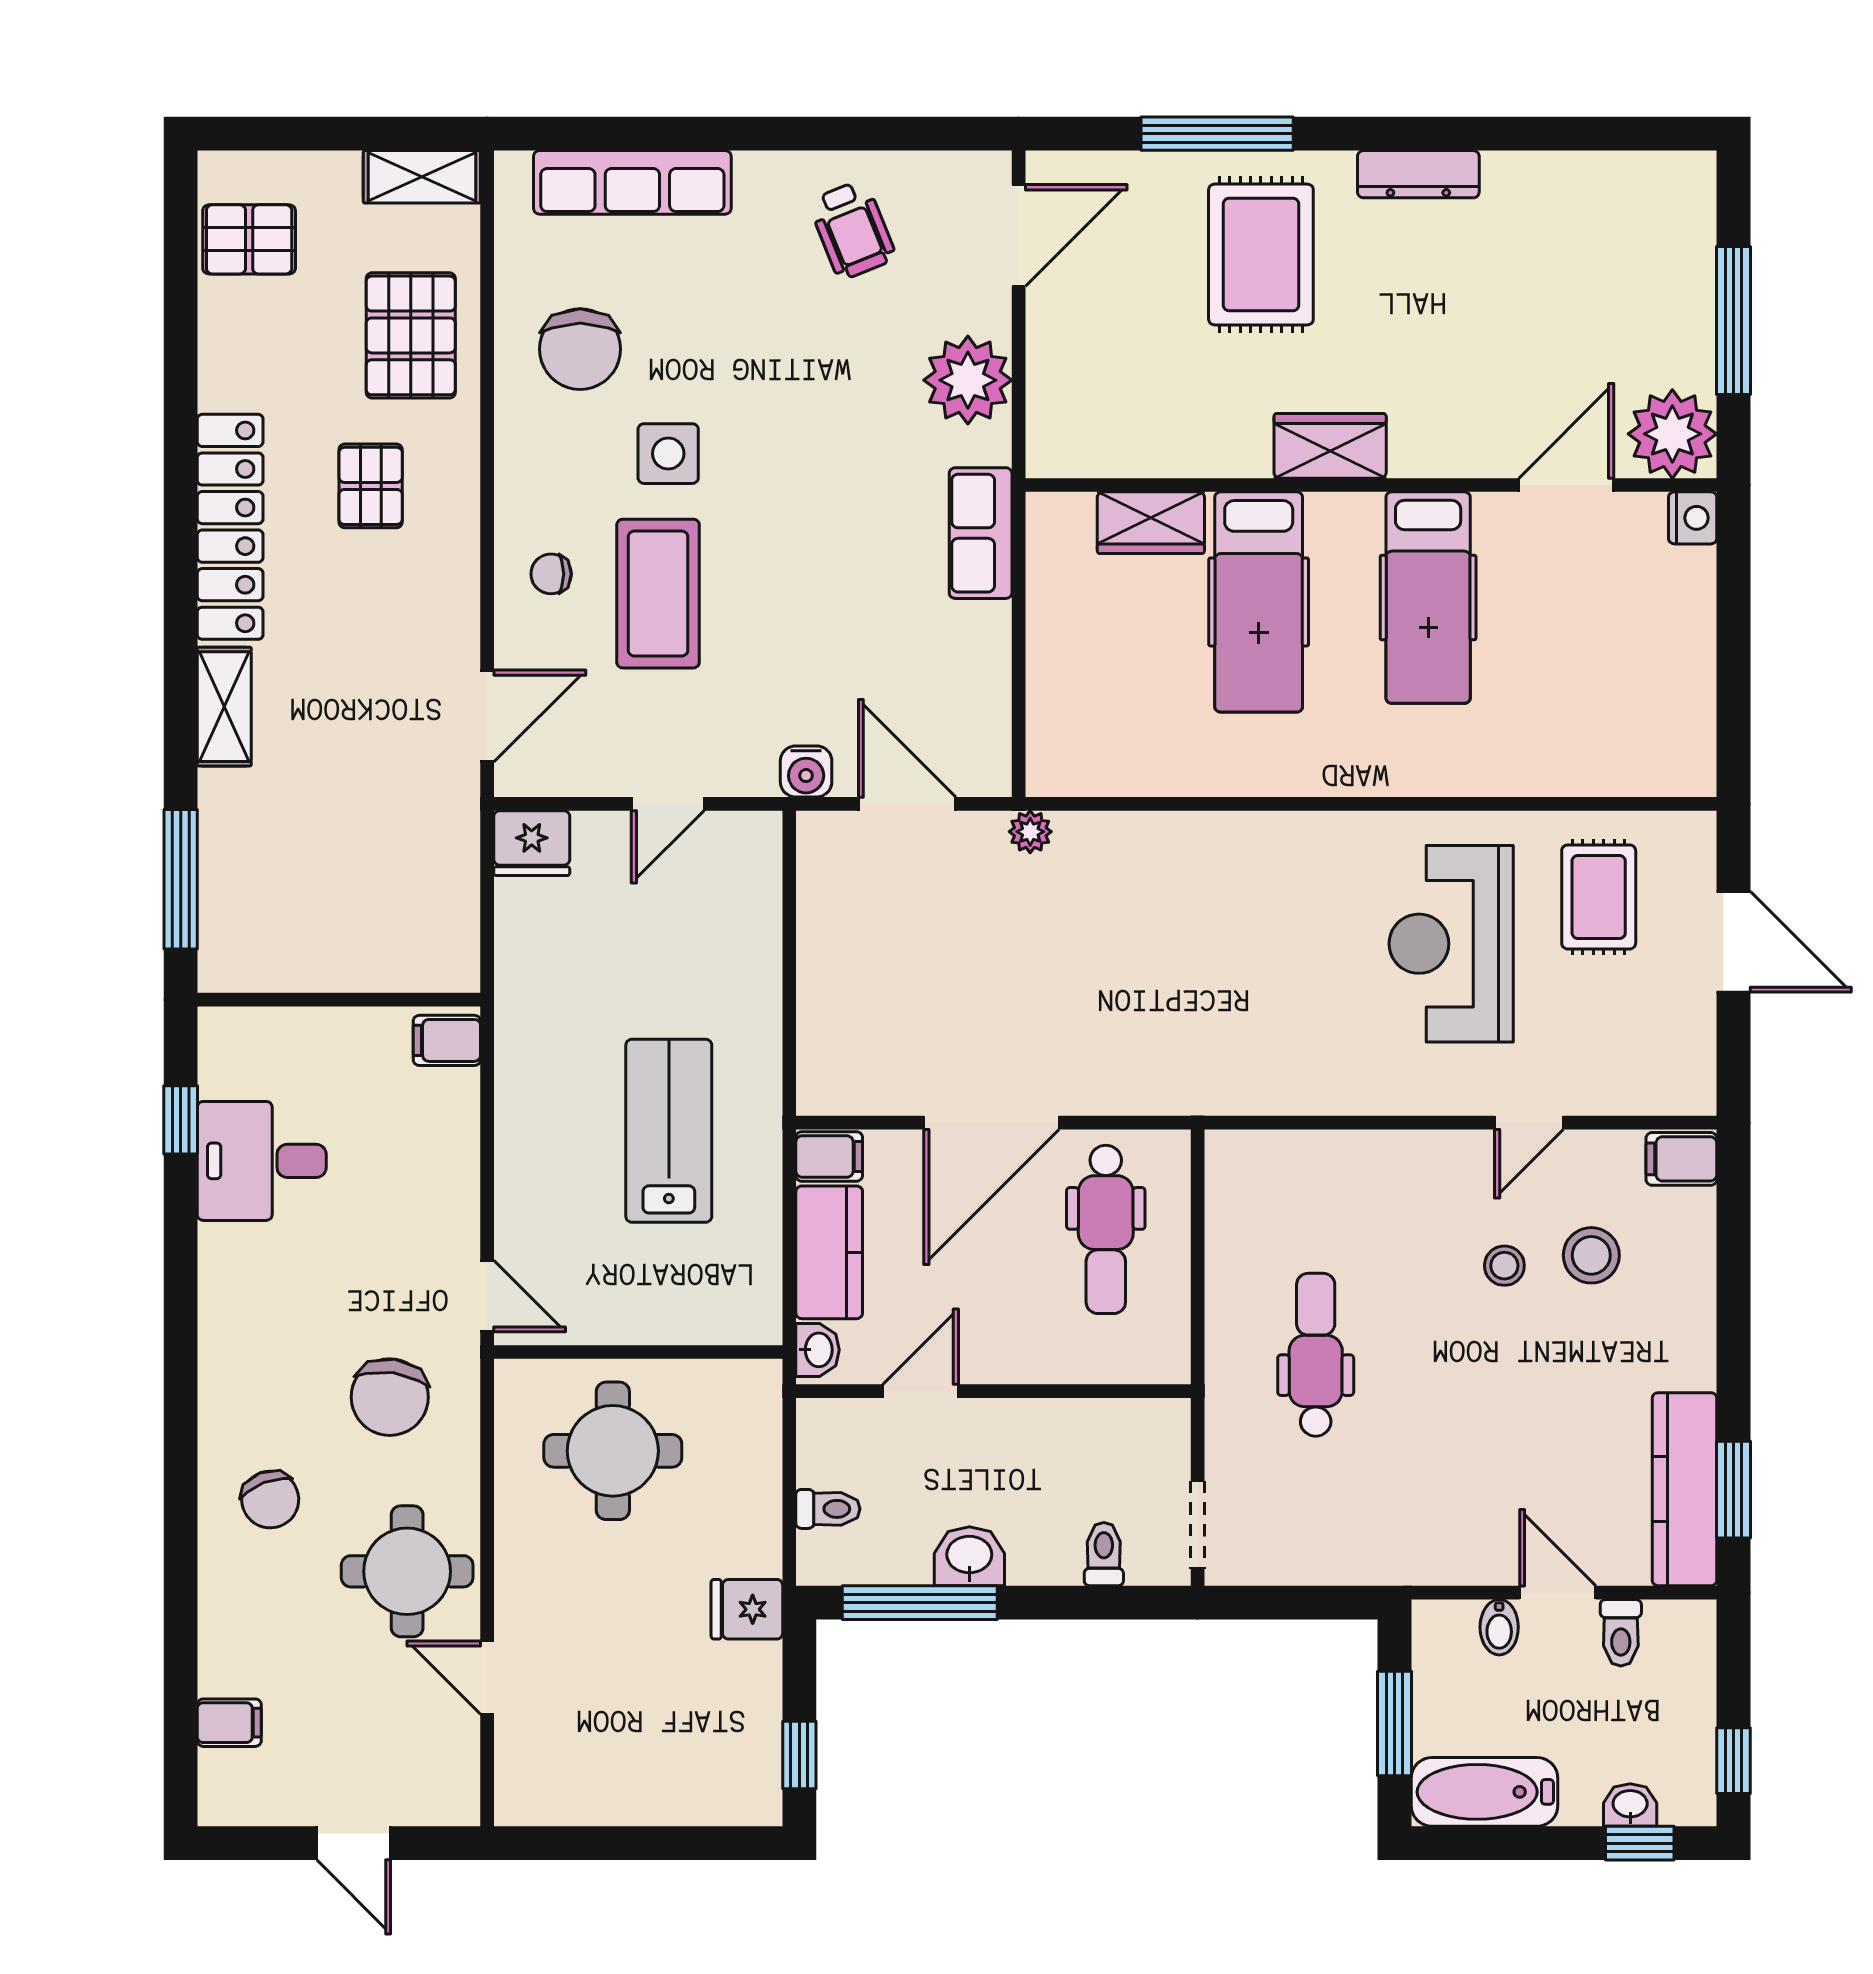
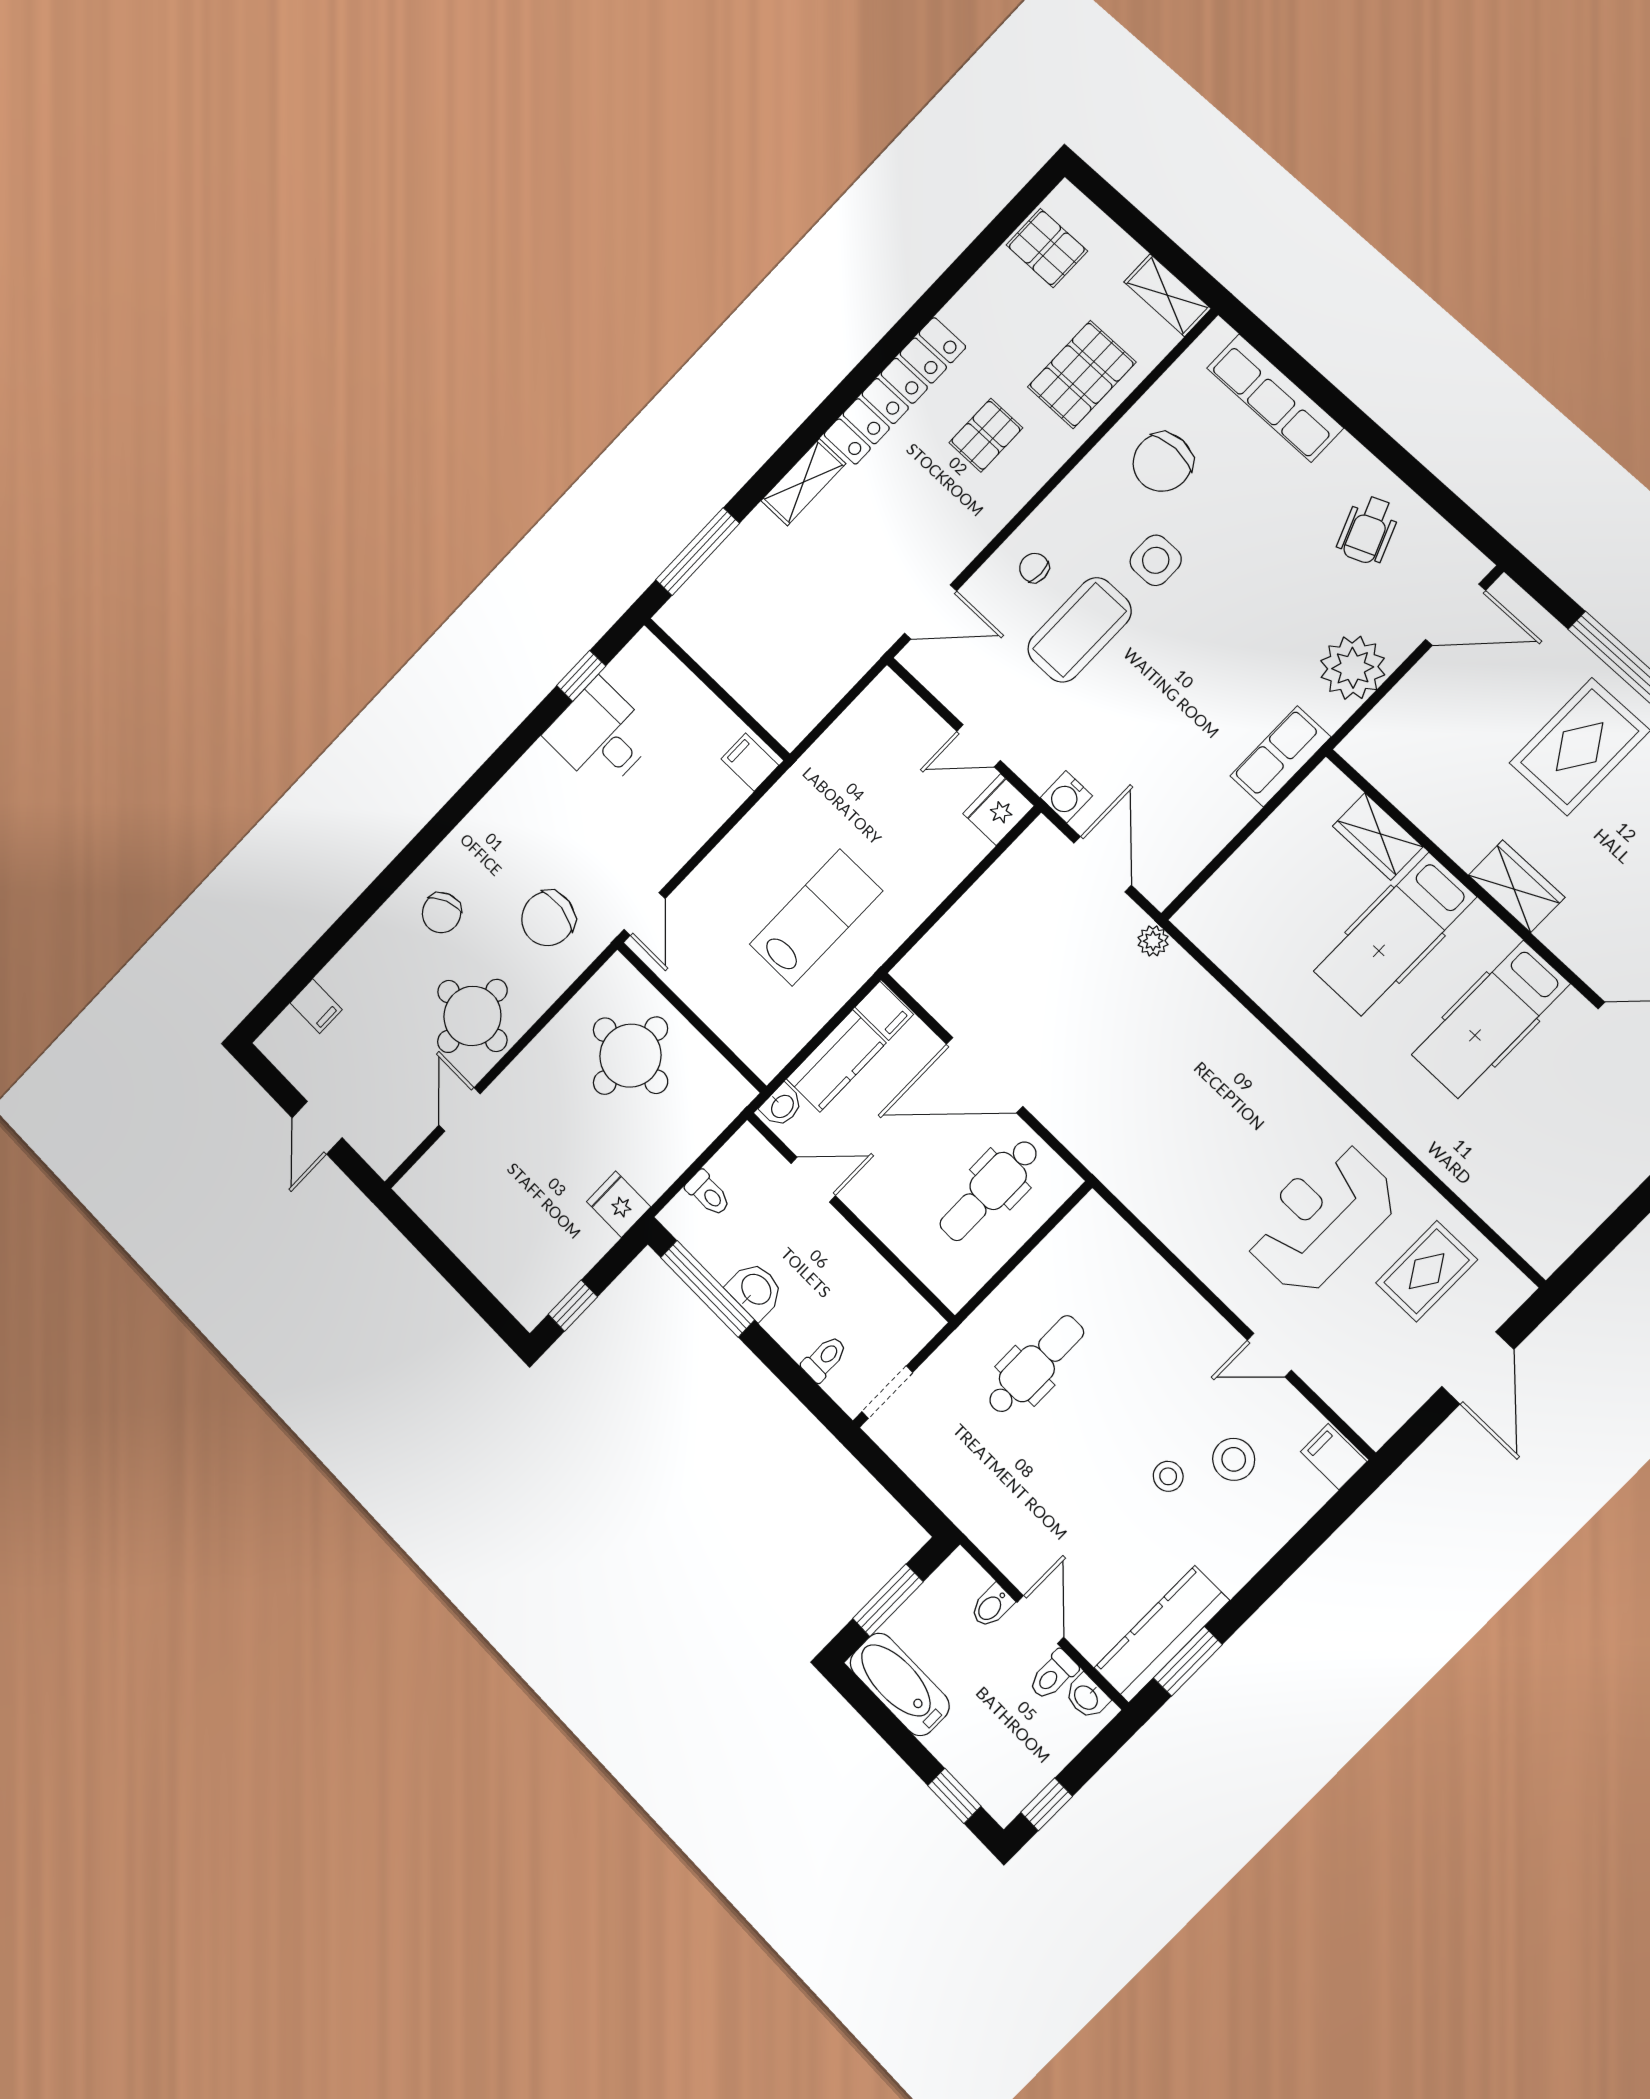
fridge: (532, 843) -> (998, 810), moved, turned 90
stool: (1504, 1266) -> (1168, 1476), moved
washbasin: (1630, 1805) -> (1087, 1697), moved, turned 180

